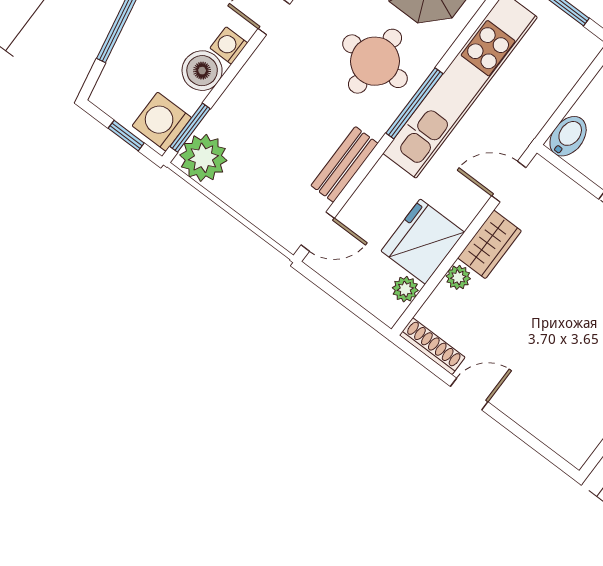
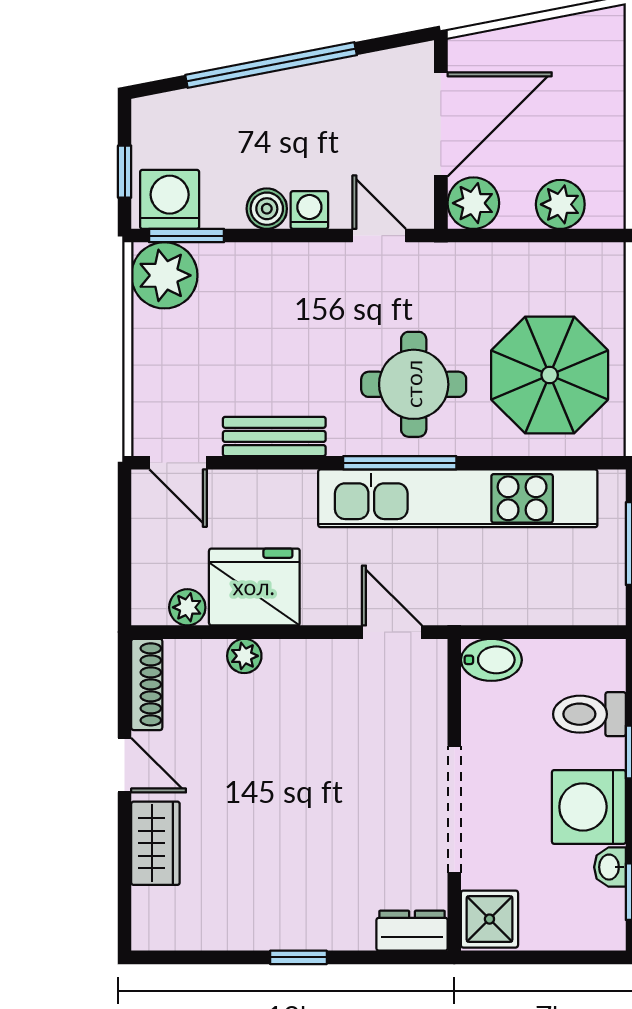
boiler: (202, 71) -> (267, 209), width x0.73, depth x0.73
wardrobe: (489, 244) -> (155, 843), moved, turned -90

